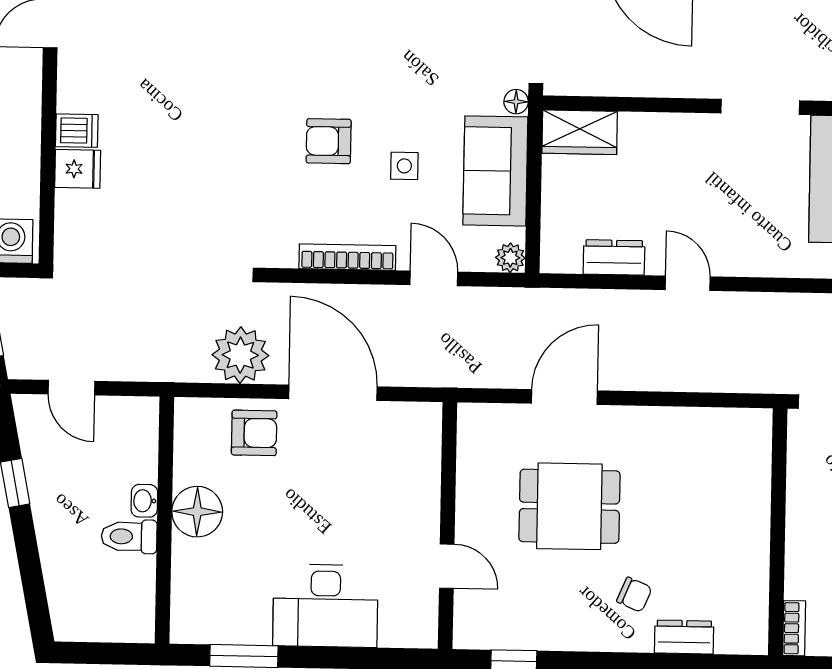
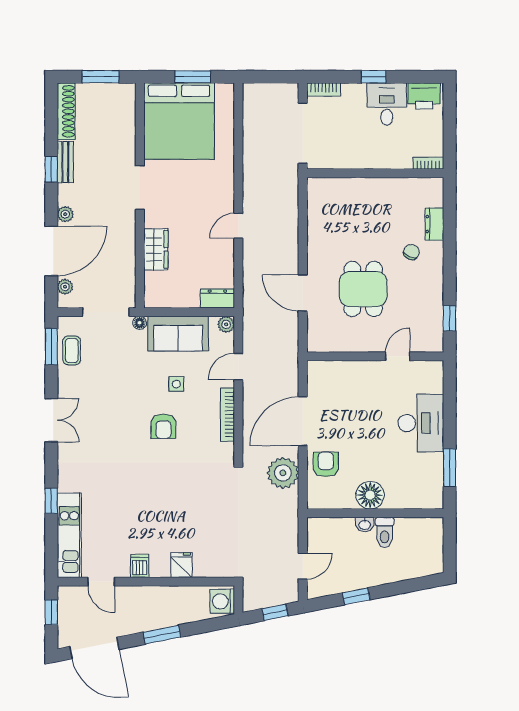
dishwasher: (77, 131) -> (140, 566), moved
wardrobe: (580, 132) -> (156, 249), moved
dresser: (614, 257) -> (217, 299), moved, turned 90

